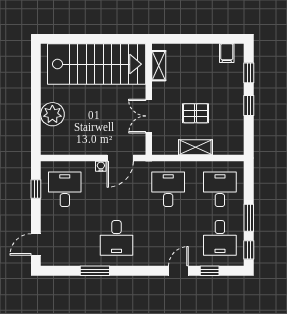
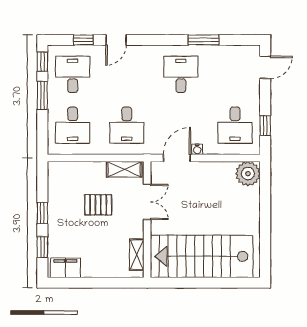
filing cabinet: (227, 53) -> (65, 268), width x2.00
plant: (52, 114) -> (248, 174), moved
shelving: (196, 147) -> (124, 169), moved

